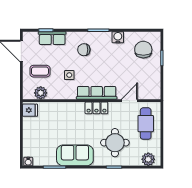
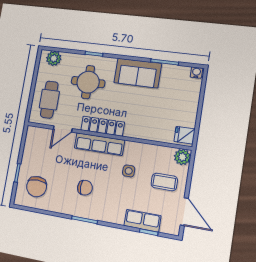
water cooler: (118, 37) -> (63, 207), removed
chair: (84, 50) -> (85, 188), moved
plant: (41, 93) -> (182, 157), moved
locker: (96, 108) -> (103, 126), width x1.53

